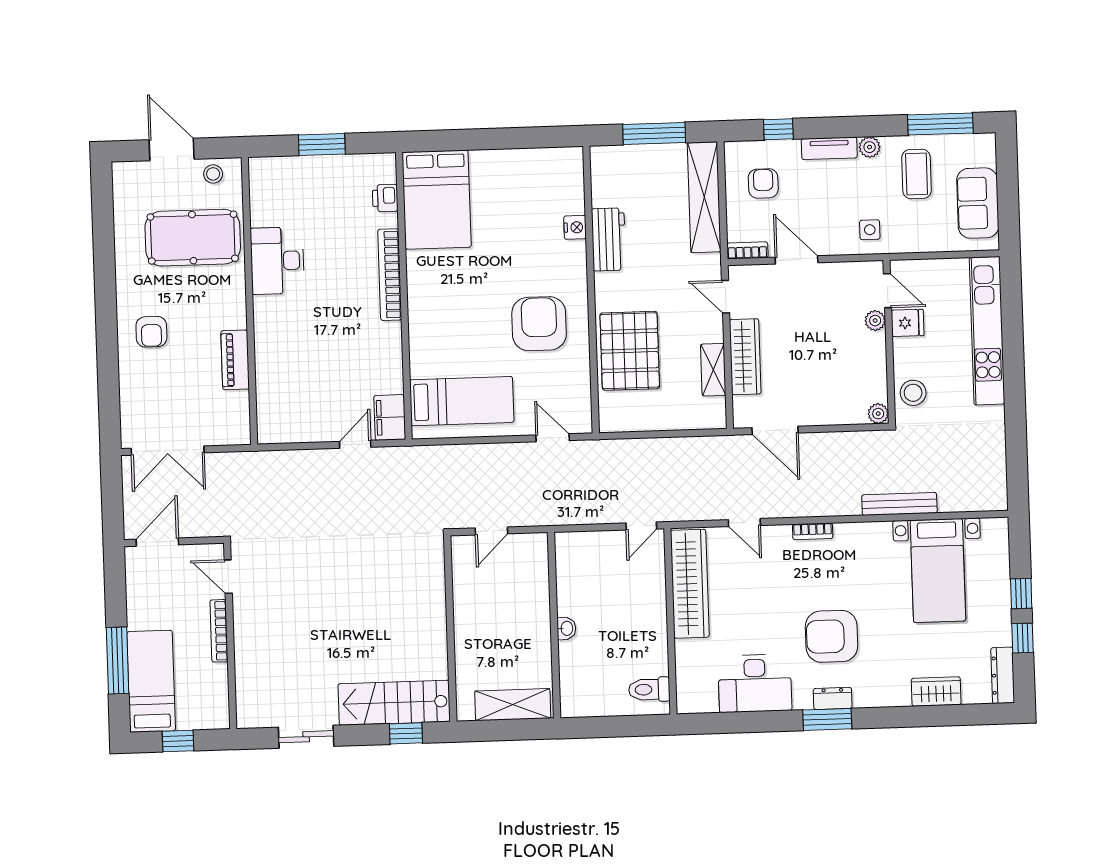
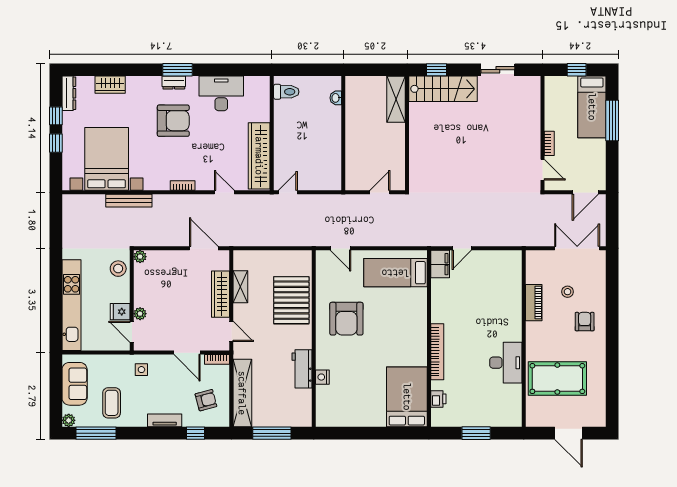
plant: (870, 147) -> (69, 420), moved
stool: (213, 174) -> (568, 292), moved
armchair: (763, 183) -> (206, 400), turned -105
bed with nightstands: (938, 571) -> (107, 159), width x1.36
washbasin: (566, 628) -> (336, 98), moved
bookcase: (219, 631) -> (549, 143), width x0.64
shelving: (513, 705) -> (396, 99), moved, turned 90

